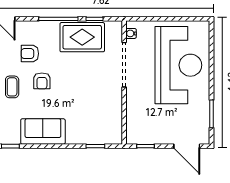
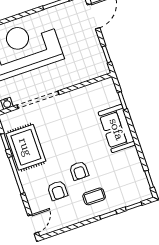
armchair: (42, 81) -> (79, 171), turned 90
sofa: (43, 131) -> (117, 129), moved

